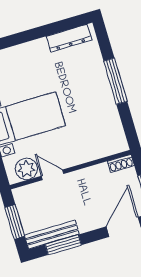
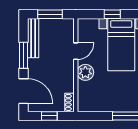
plant: (26, 169) -> (85, 72), moved
window: (63, 245) -> (24, 55), moved

